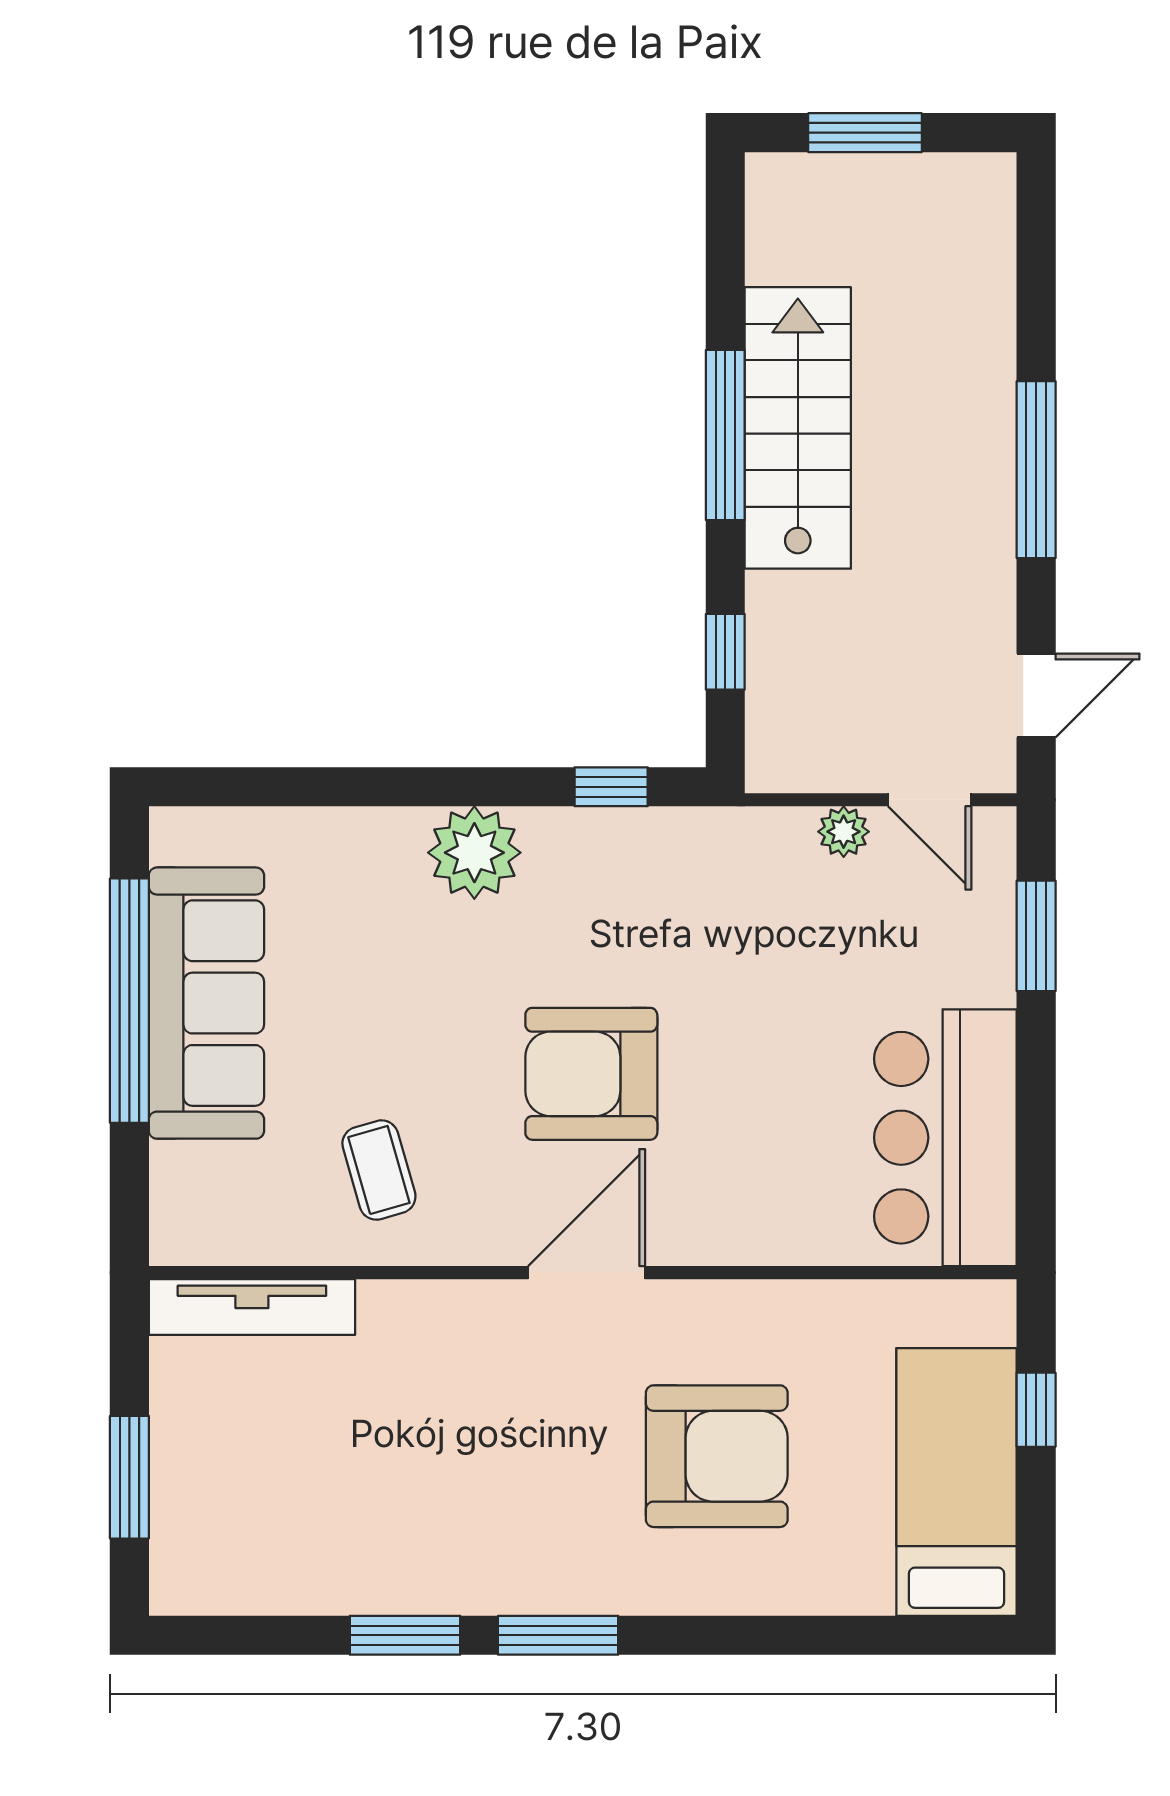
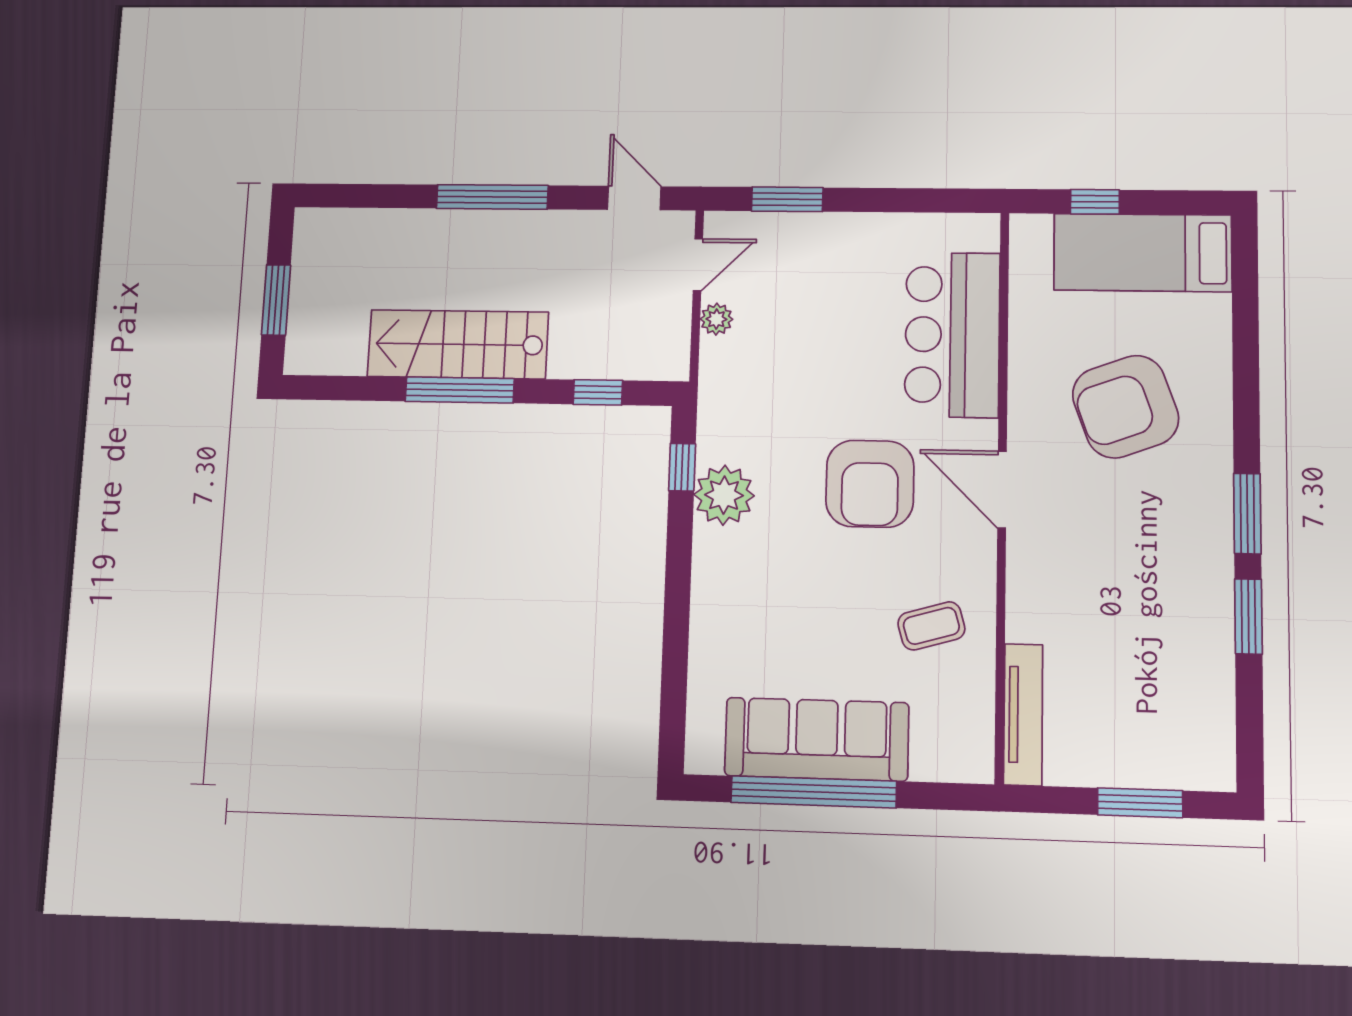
plant: (474, 853) -> (724, 495), moved
bar counter: (945, 1138) -> (952, 335), moved, turned 90
armchair: (717, 1456) -> (1125, 407), turned -110

